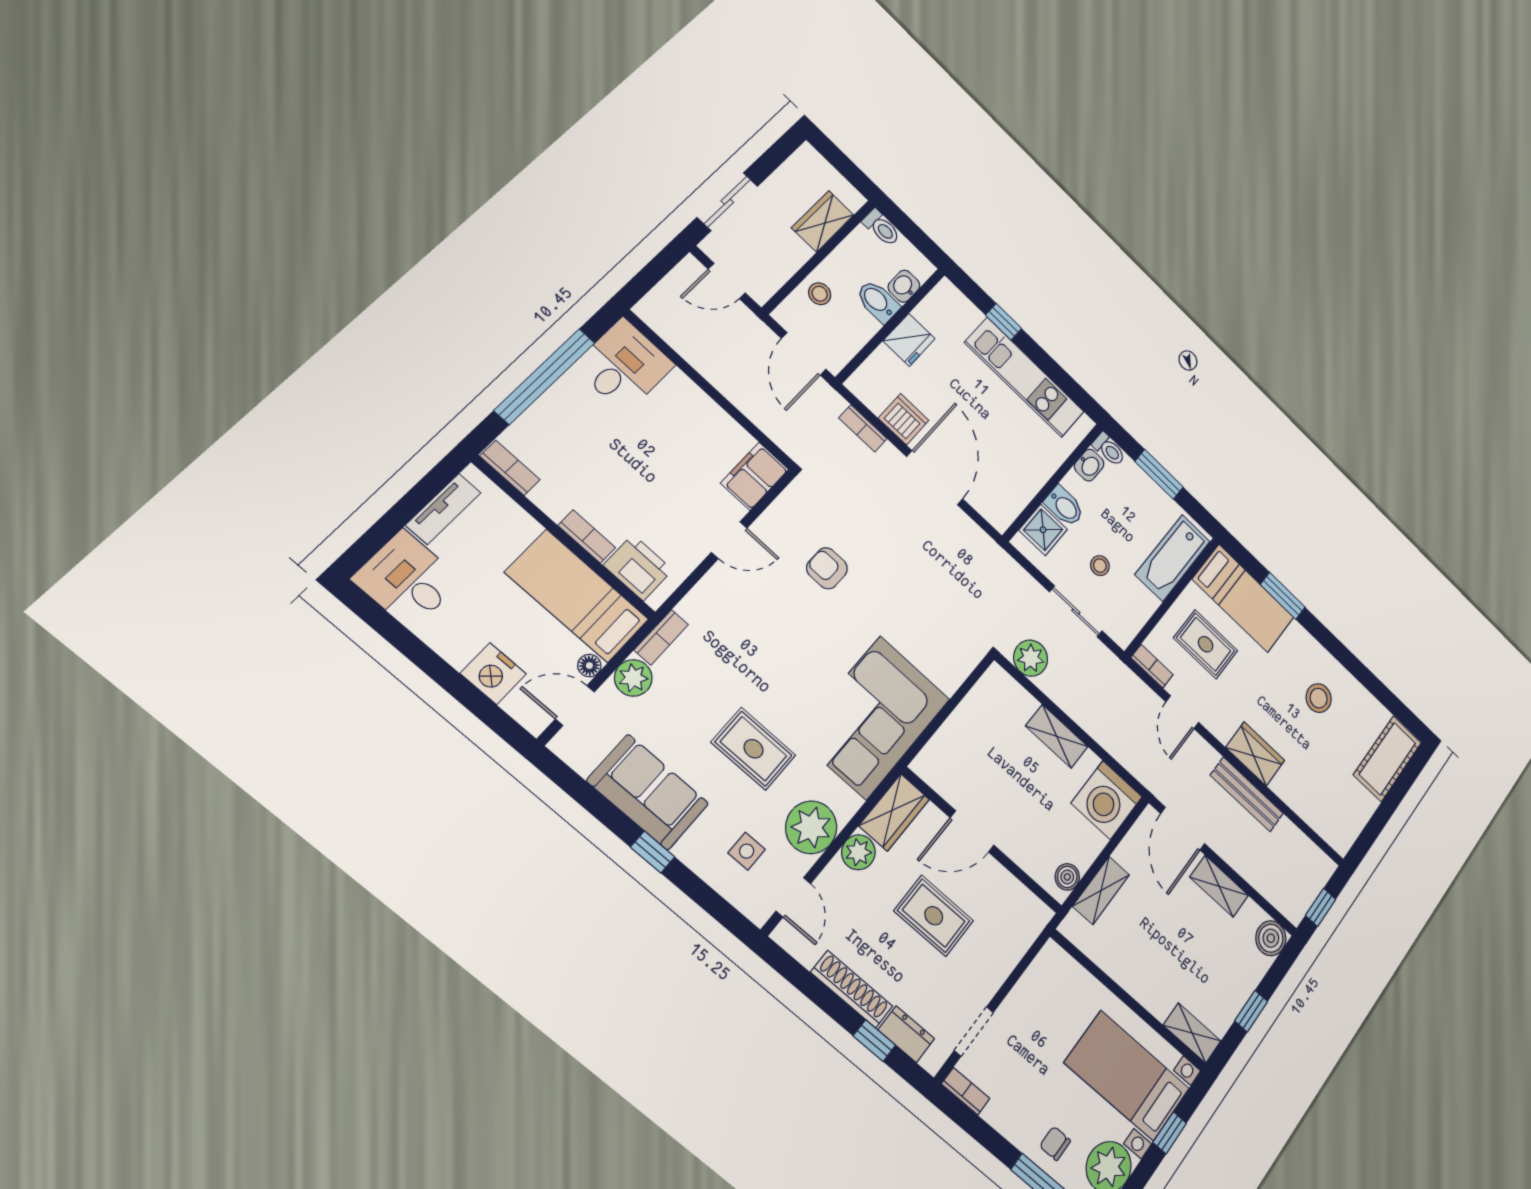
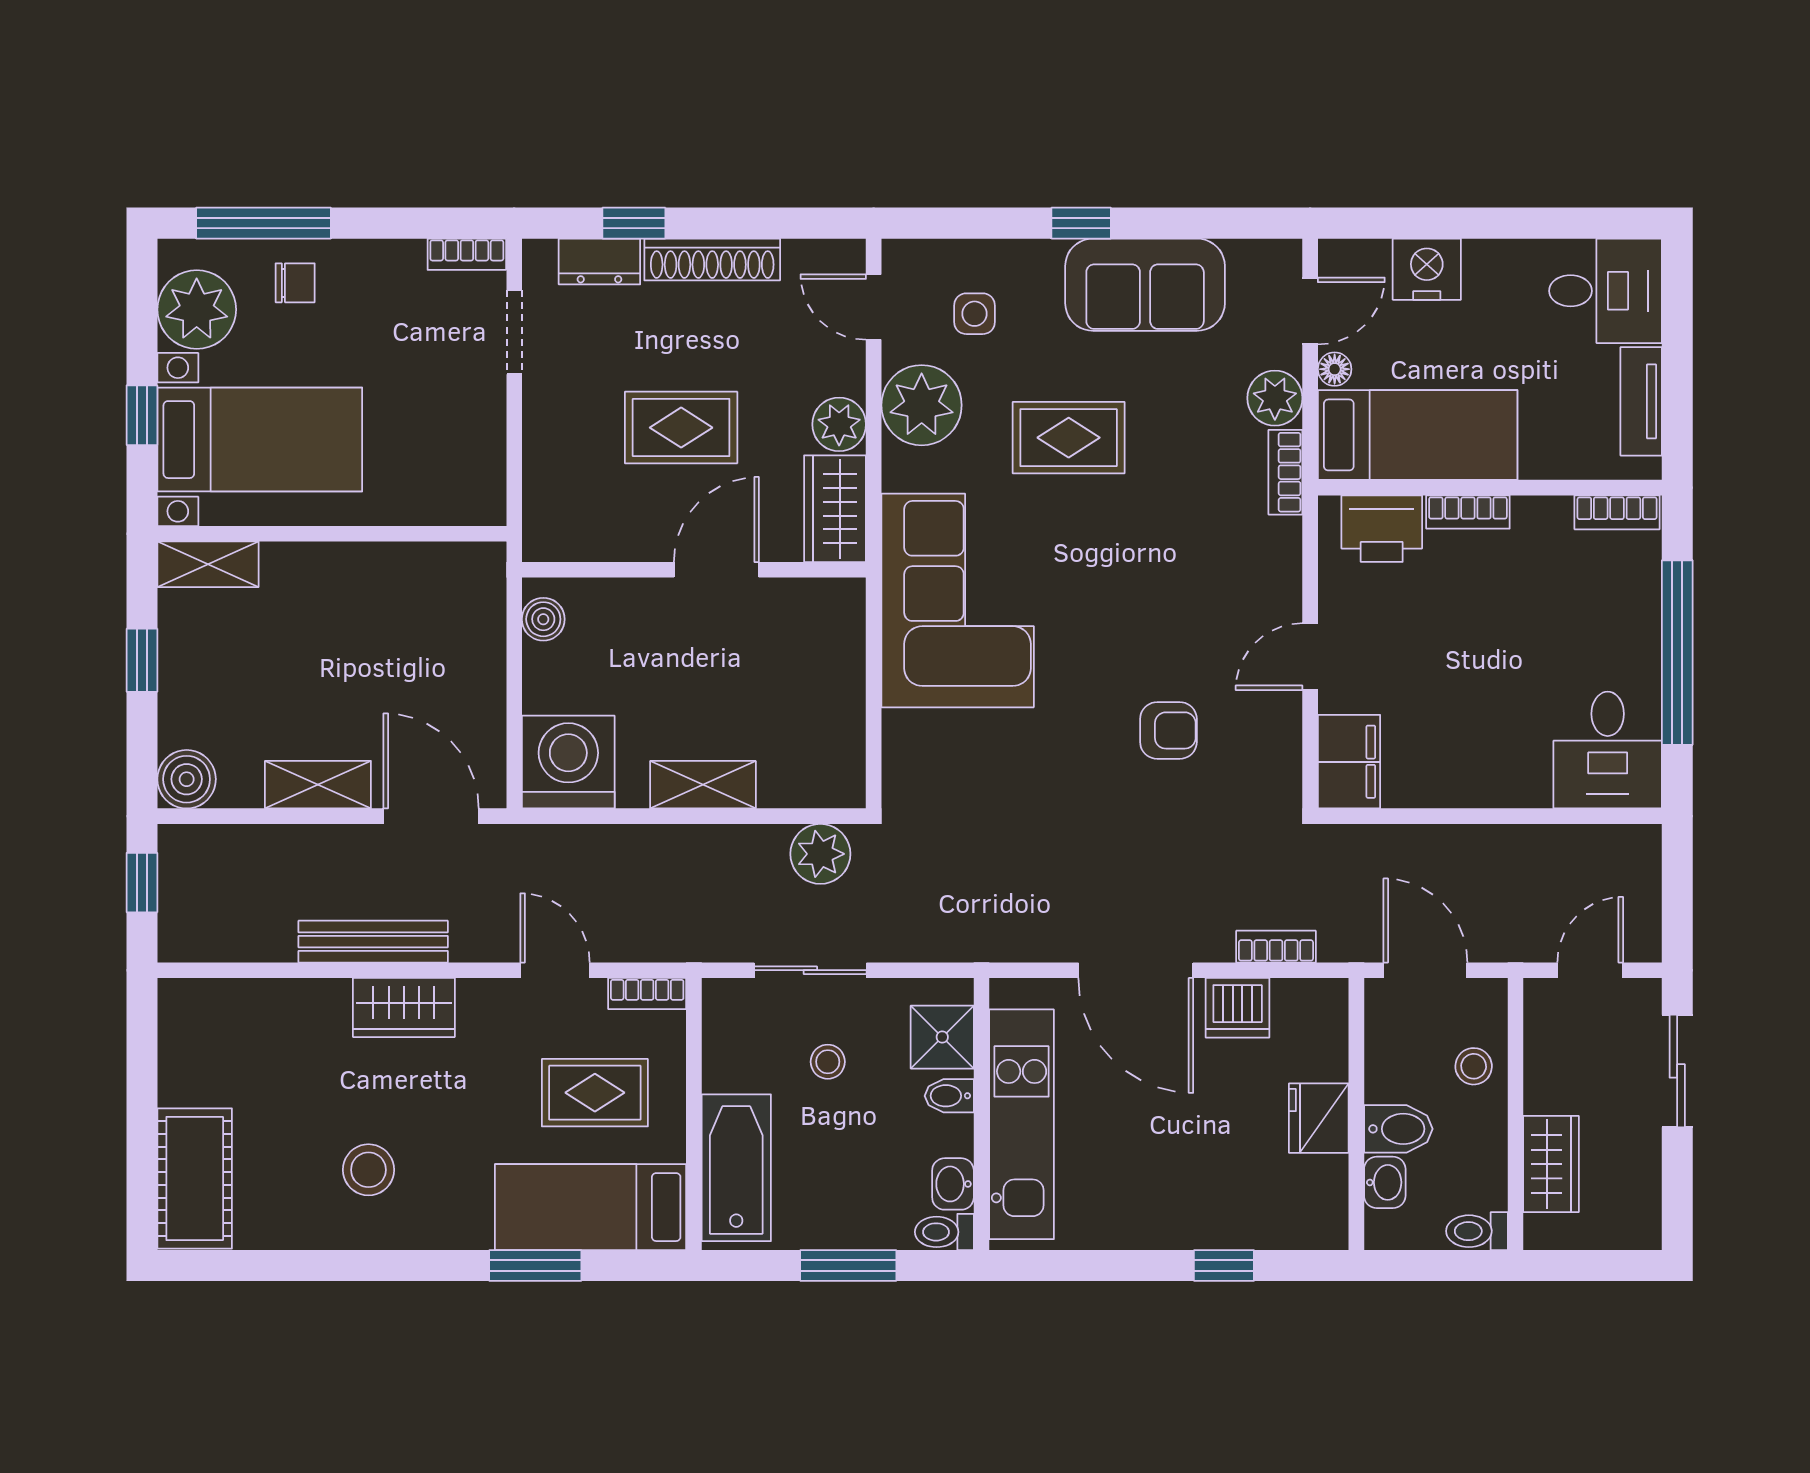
kitchen unit: (1025, 377) -> (1022, 1124), moved, turned 90
bidet: (1064, 506) -> (949, 1096), width x0.72, depth x0.74
shelving: (1101, 890) -> (483, 640), removed

